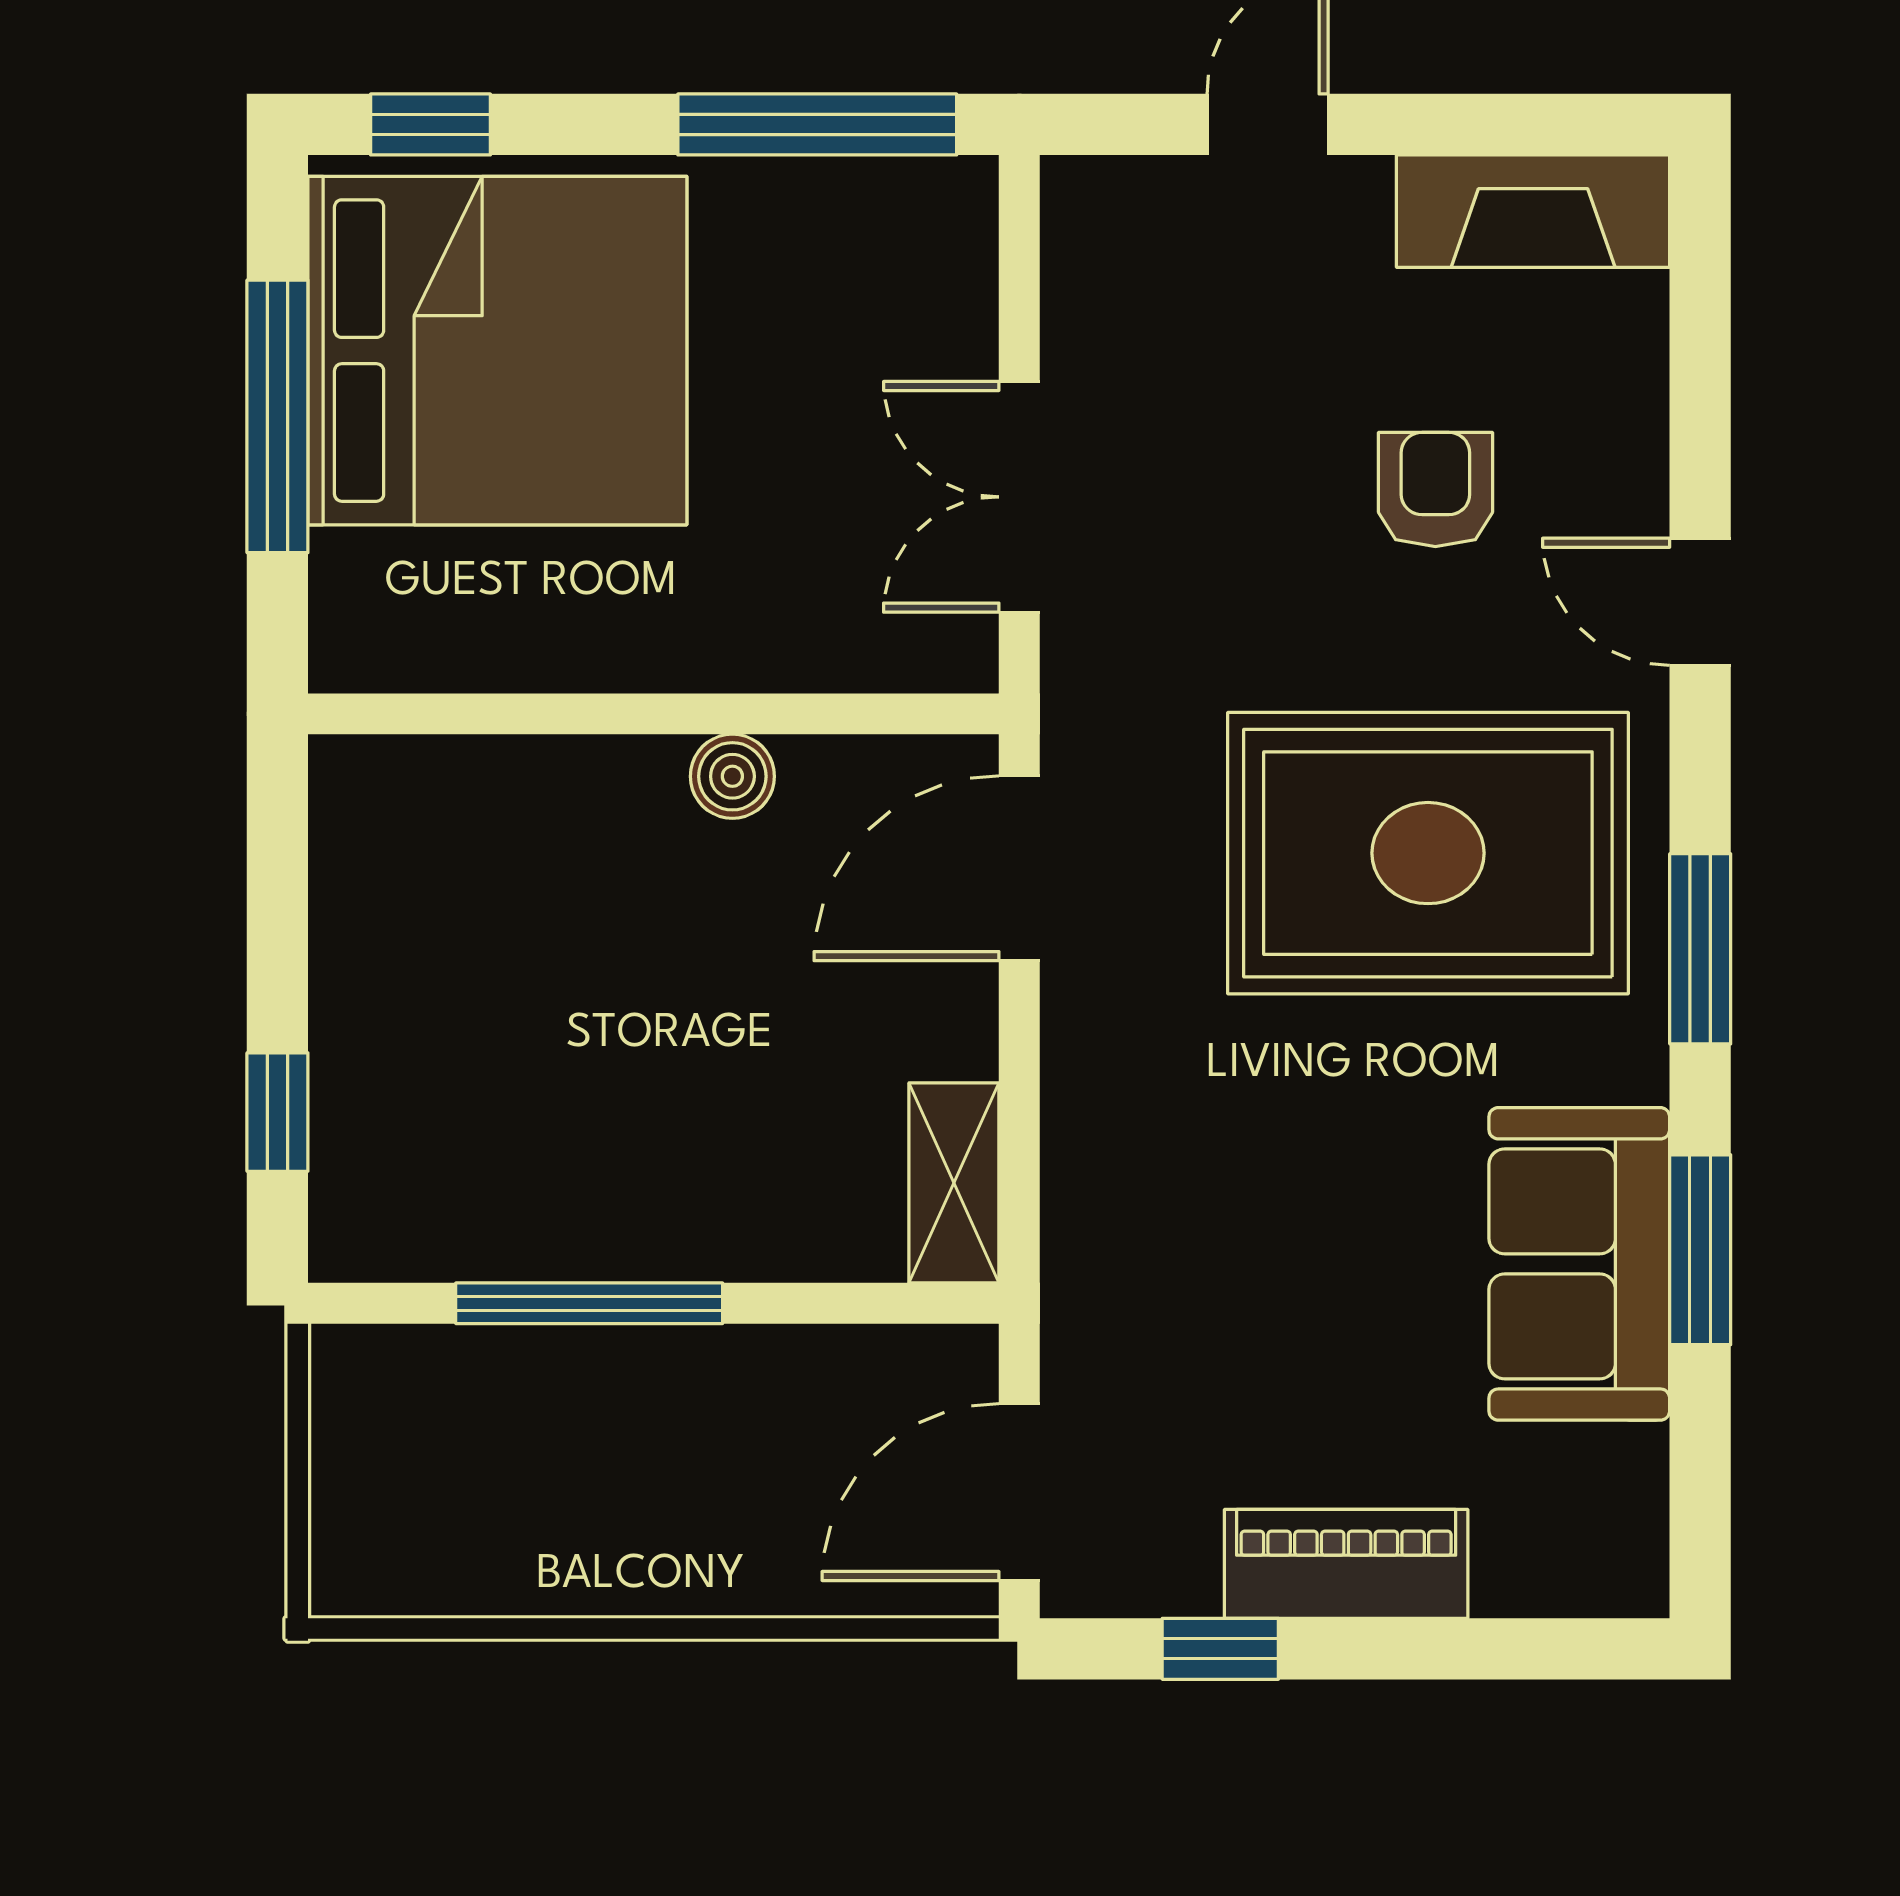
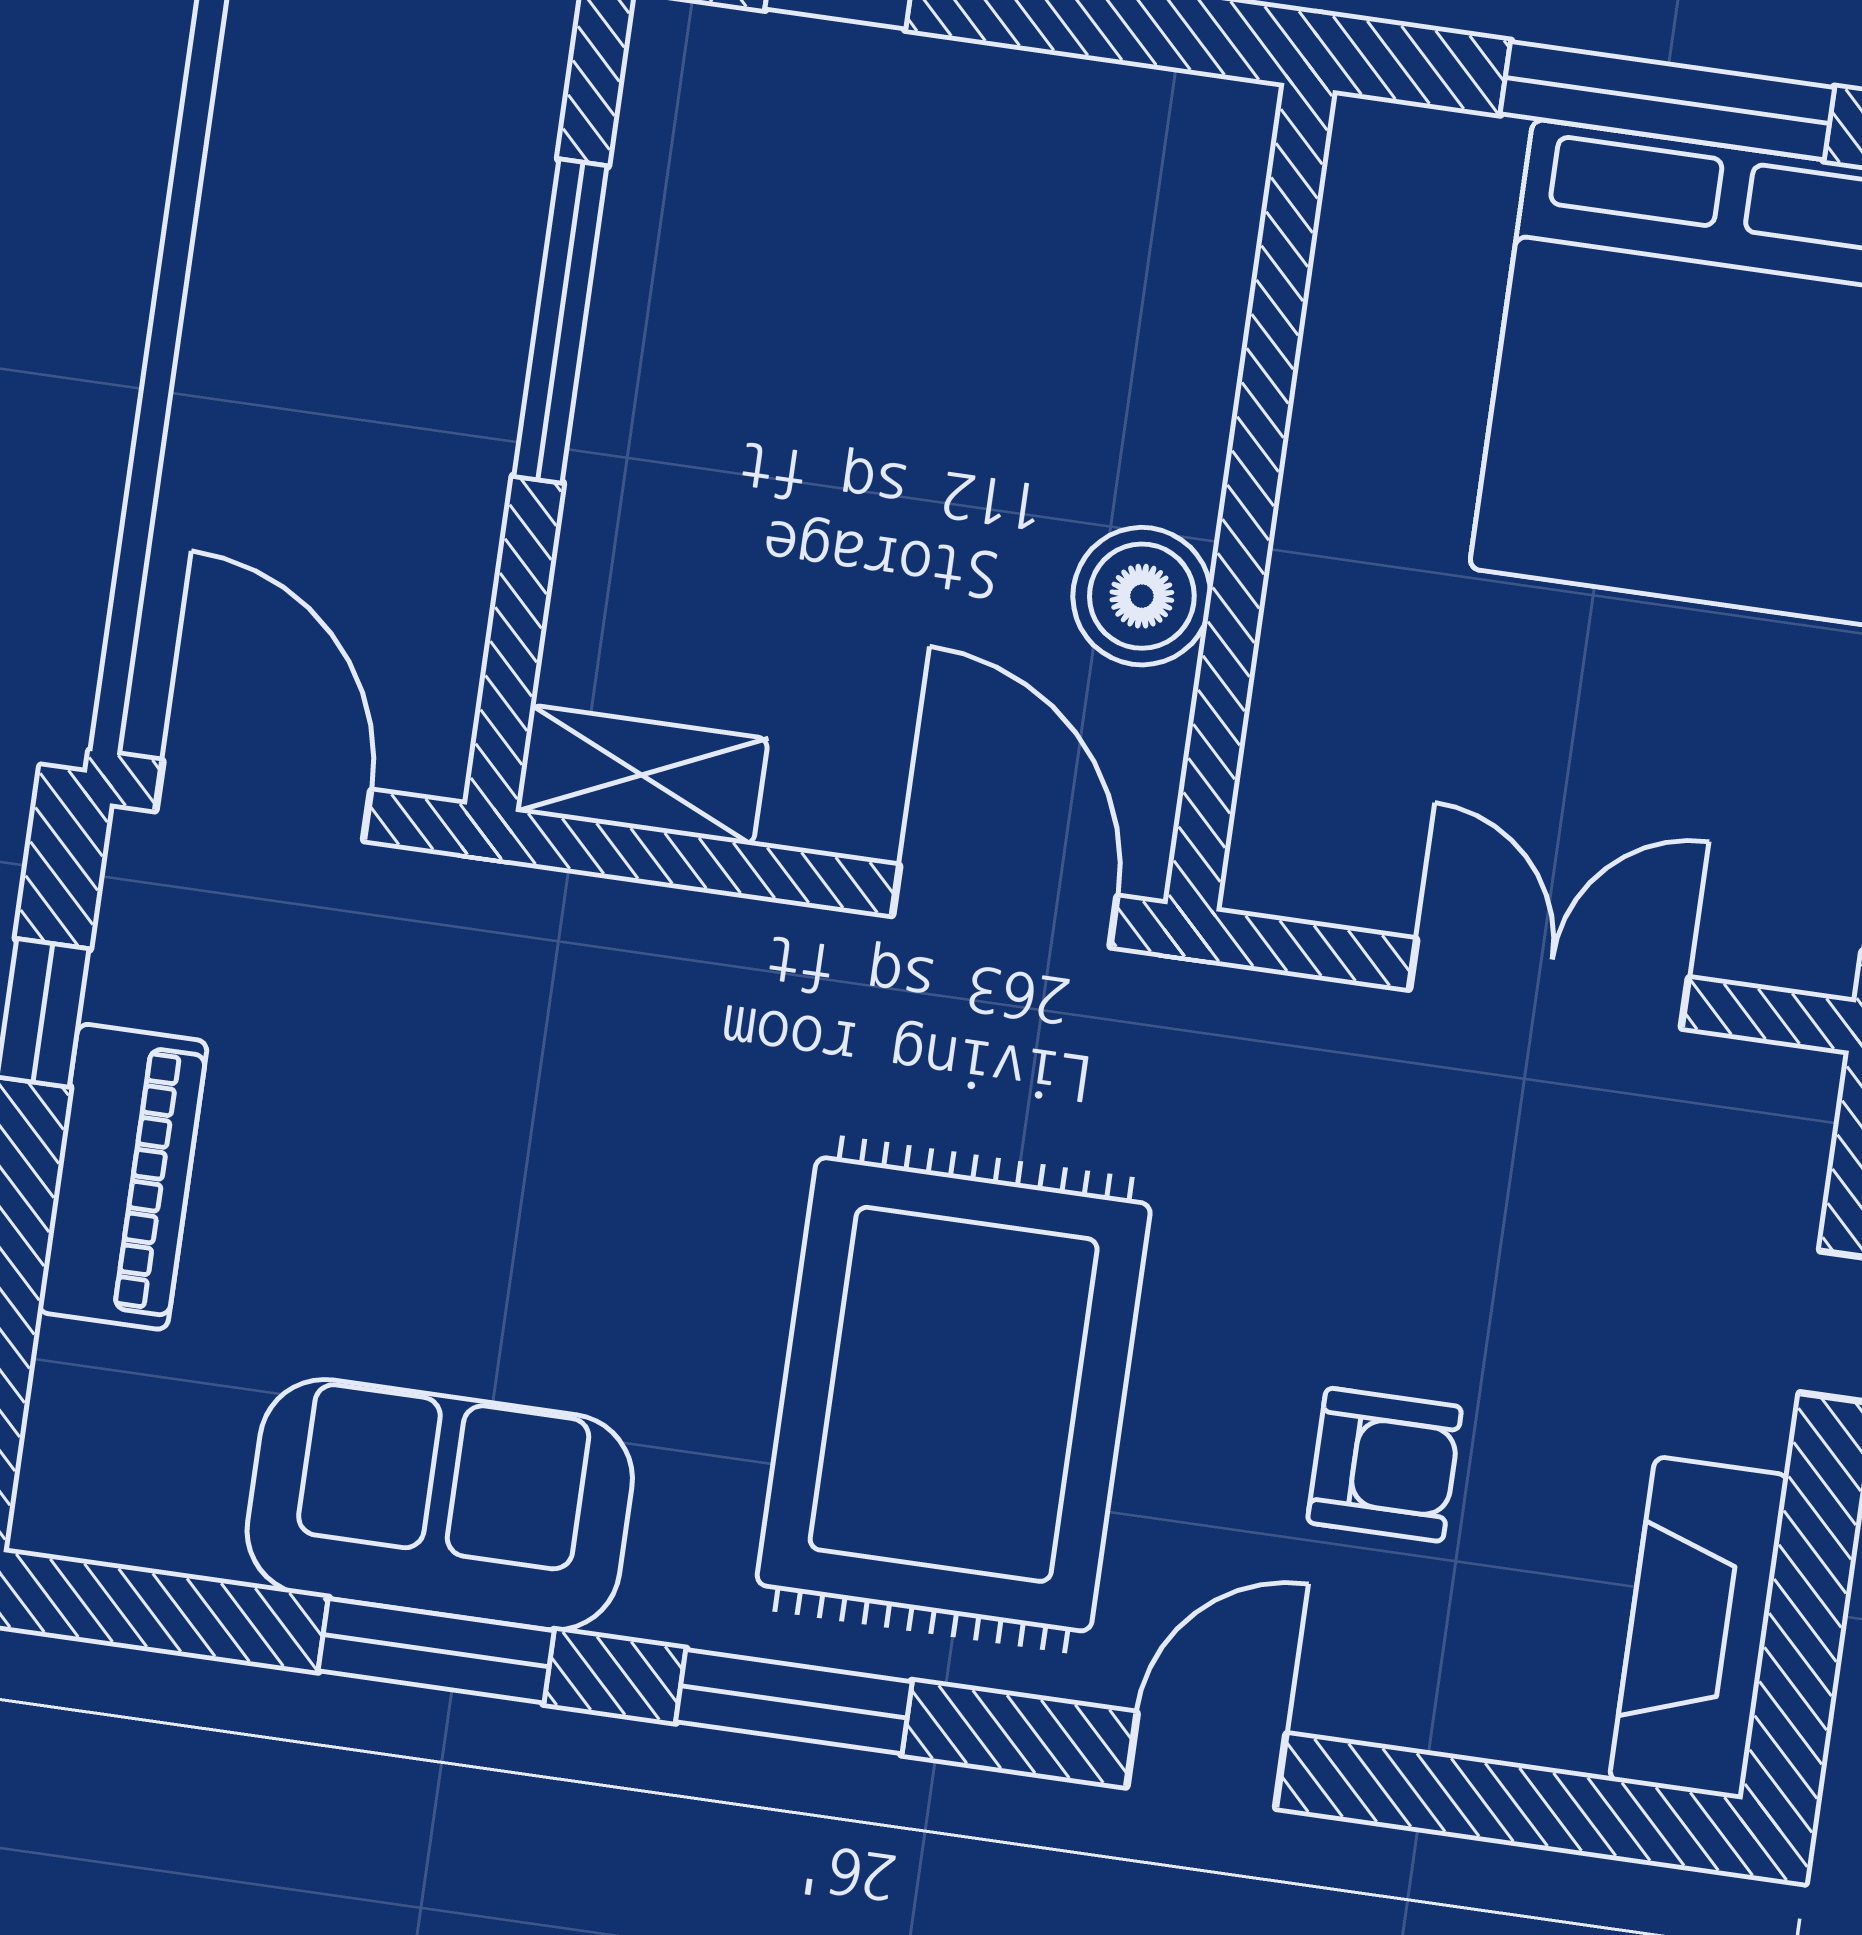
double door: (1019, 497) -> (1549, 983), moved
boiler: (732, 776) -> (1142, 596), width x1.36, depth x1.36

